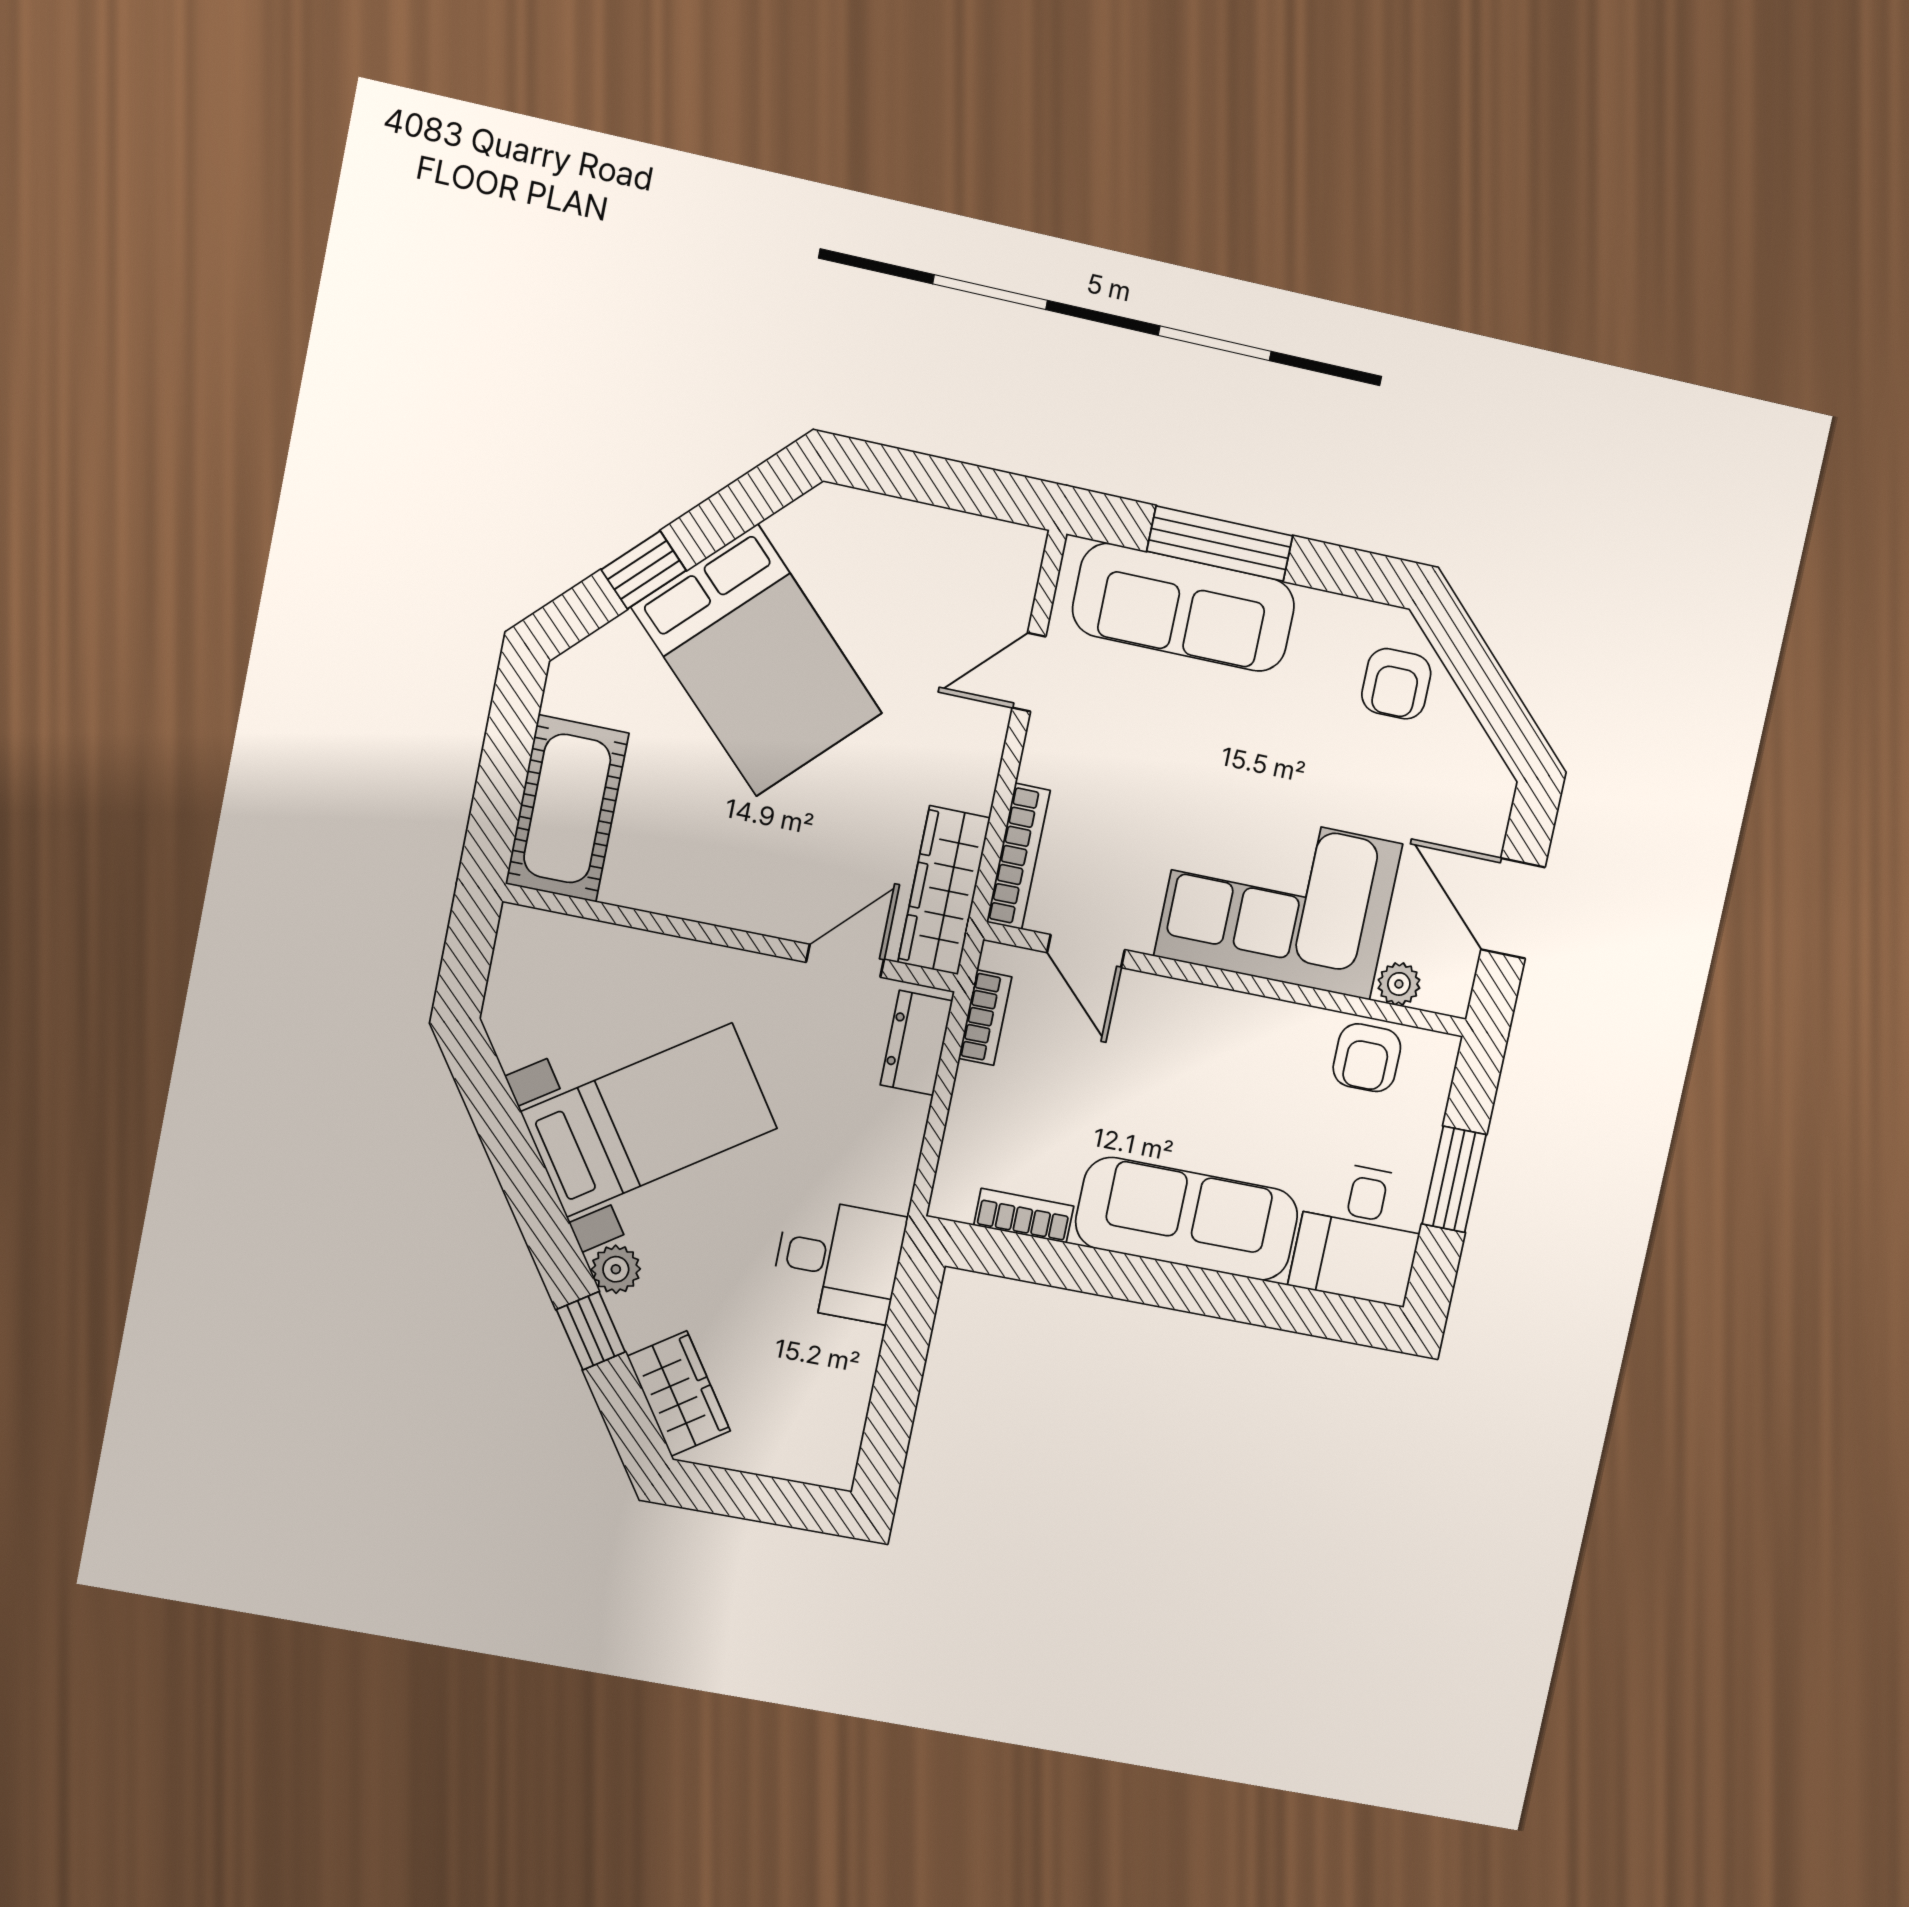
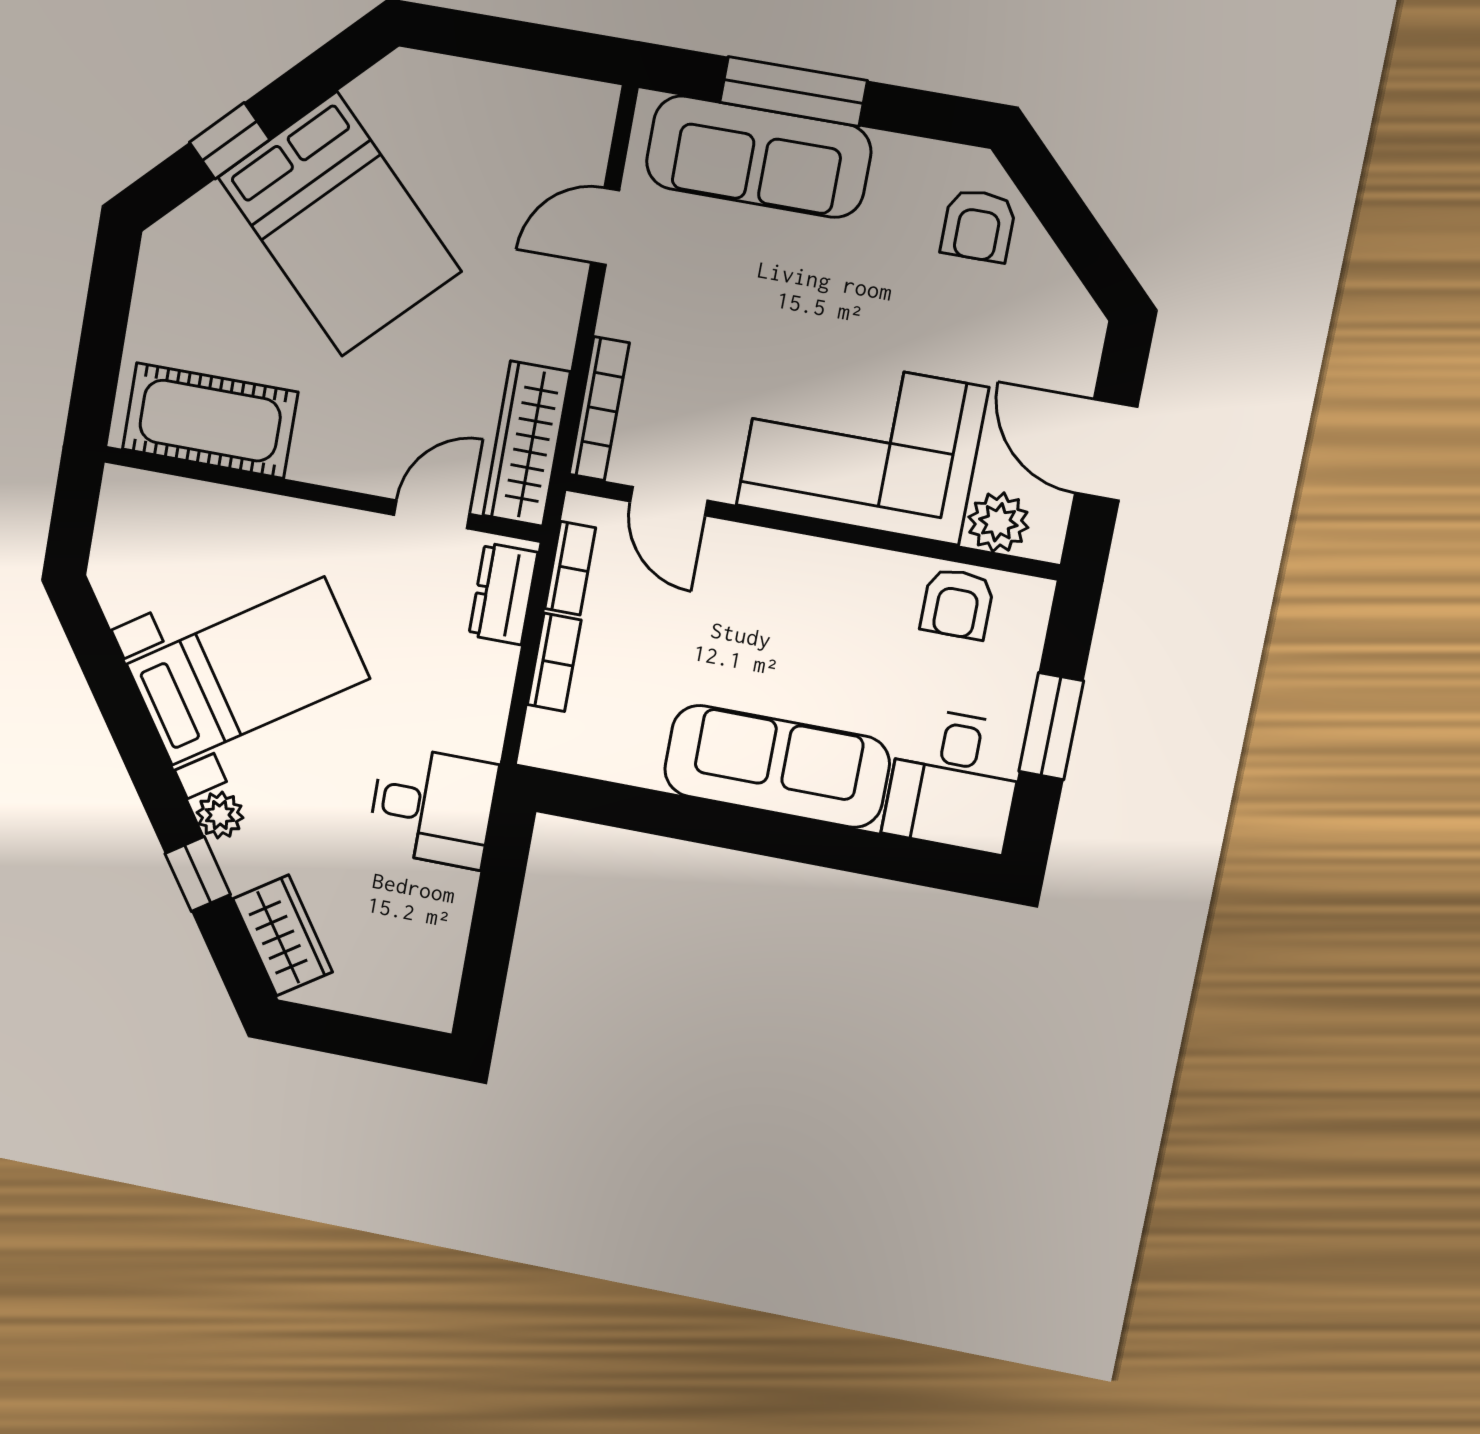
cot: (567, 809) -> (210, 421), moved, turned 90
plant: (1399, 984) -> (998, 522), width x1.38, depth x1.38
bookcase: (1024, 1216) -> (554, 662), moved, turned 90

